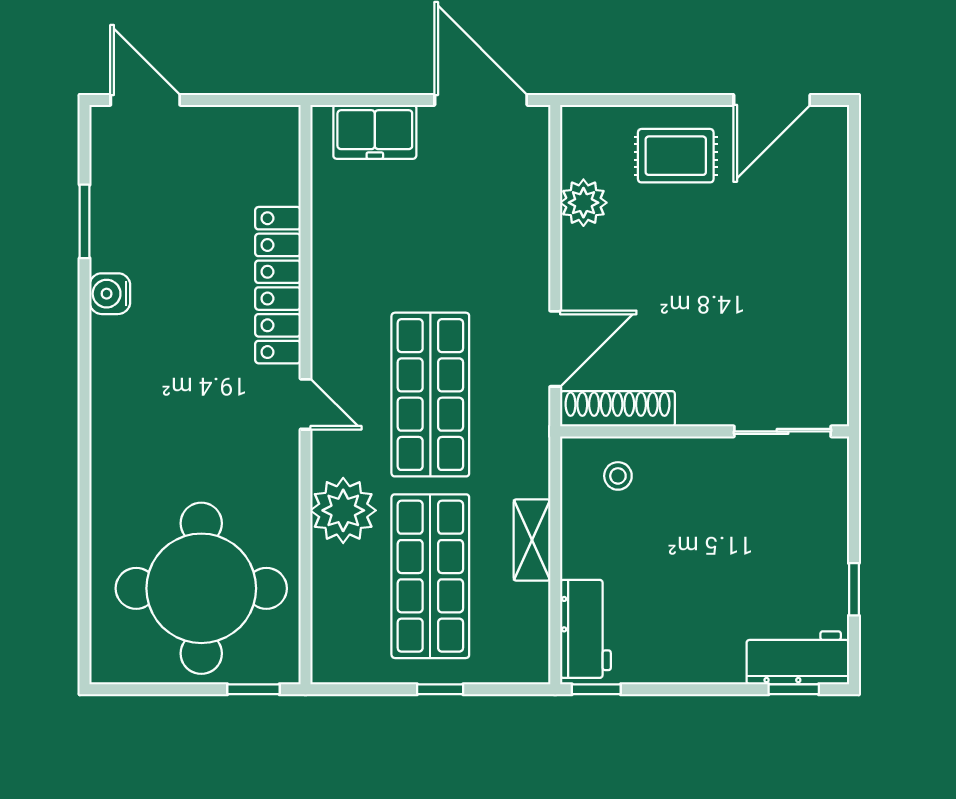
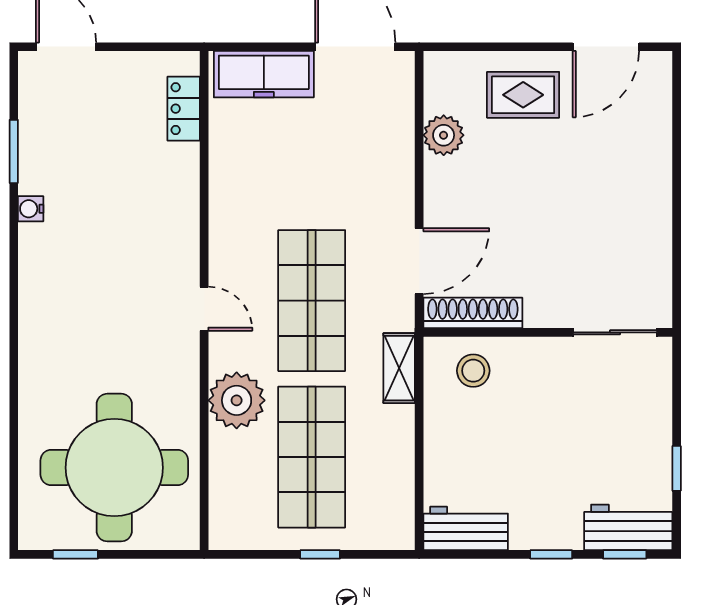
freezer: (375, 132) -> (264, 74), width x1.40
locker: (278, 285) -> (184, 109), moved, width x0.46, depth x0.83
water cooler: (110, 294) -> (31, 209), width x0.72, depth x0.72
stool: (618, 476) -> (473, 371), width x1.37, depth x1.37
shelving: (532, 540) -> (399, 368), moved
workbench: (585, 629) -> (466, 528), moved, turned -90
window: (253, 689) -> (75, 554), moved
window: (596, 689) -> (551, 554), moved

